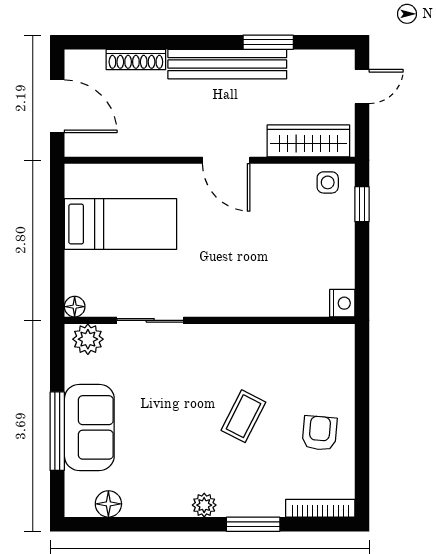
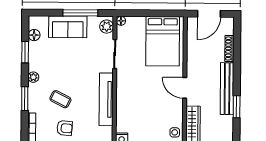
door: (226, 160) -> (185, 88), hinge flipped
bed: (121, 224) -> (163, 41), width x1.50
tv unit: (254, 339) -> (106, 99), added
coffee table: (243, 416) -> (60, 99), moved
window: (57, 431) -> (80, 13), moved
window: (147, 524) -> (25, 52), added

